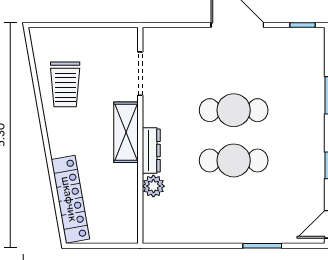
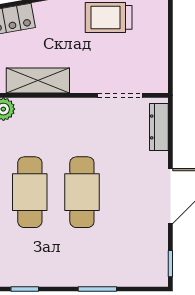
shelving: (126, 132) -> (38, 81), moved
dresser: (151, 150) -> (159, 127), moved, turned 90

